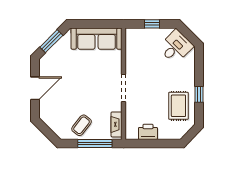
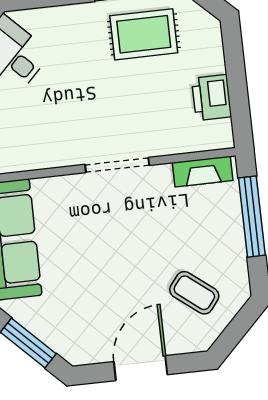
door: (35, 88) -> (141, 368), hinge flipped
coffee table: (82, 125) -> (194, 293), moved

